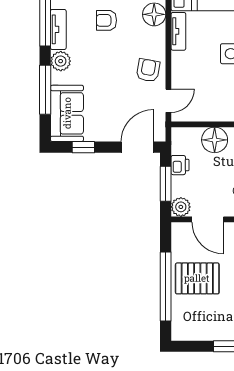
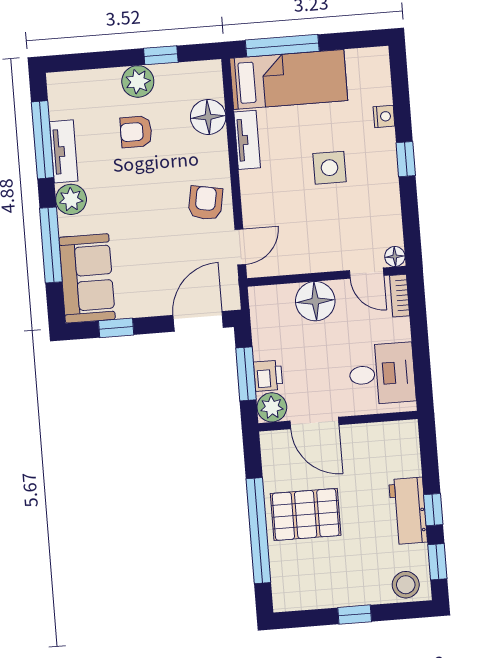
printer: (180, 165) -> (268, 376), moved

